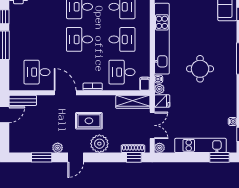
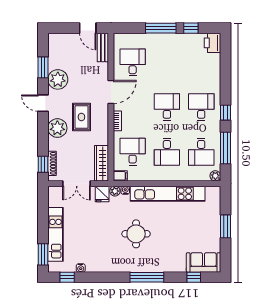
plant: (58, 148) -> (58, 79), width x1.88, depth x1.88
plant: (159, 148) -> (53, 191), removed

